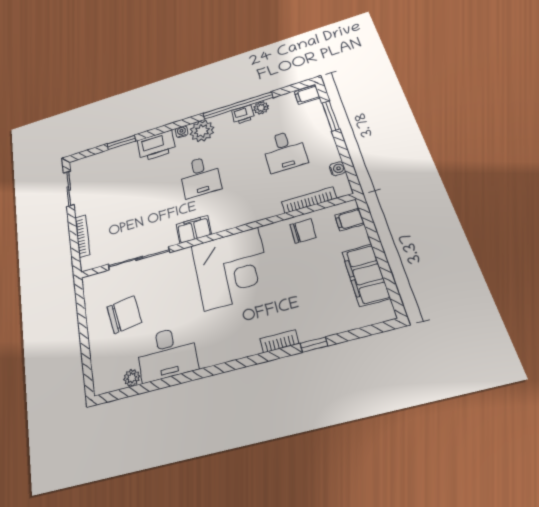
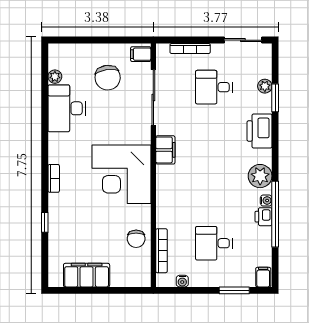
plant: (261, 108) -> (265, 86), moved
water cooler: (182, 132) -> (266, 200), moved
desk: (200, 177) -> (214, 87), moved
filing cabinet: (349, 220) -> (141, 54), moved, turned -90
bookcase: (279, 341) -> (54, 178), moved

